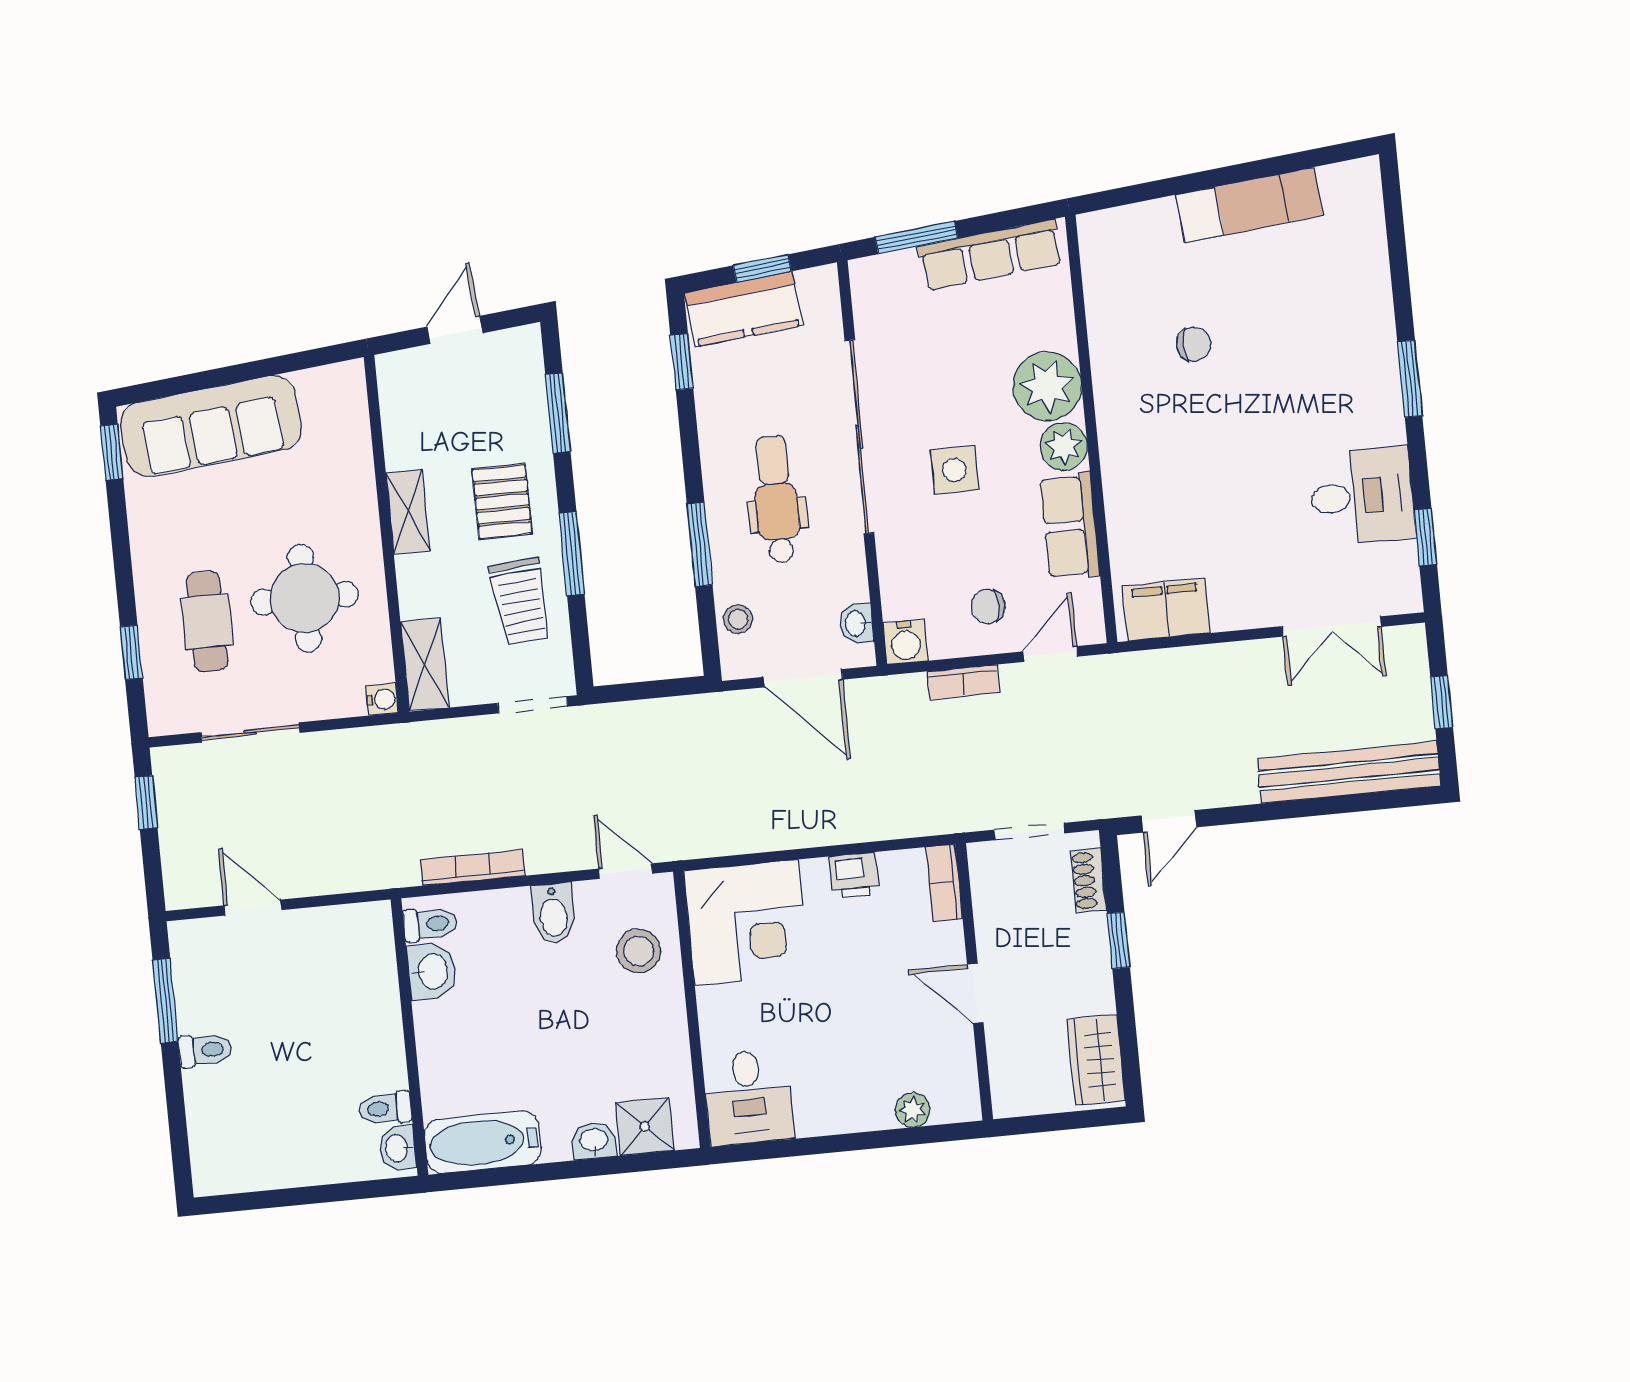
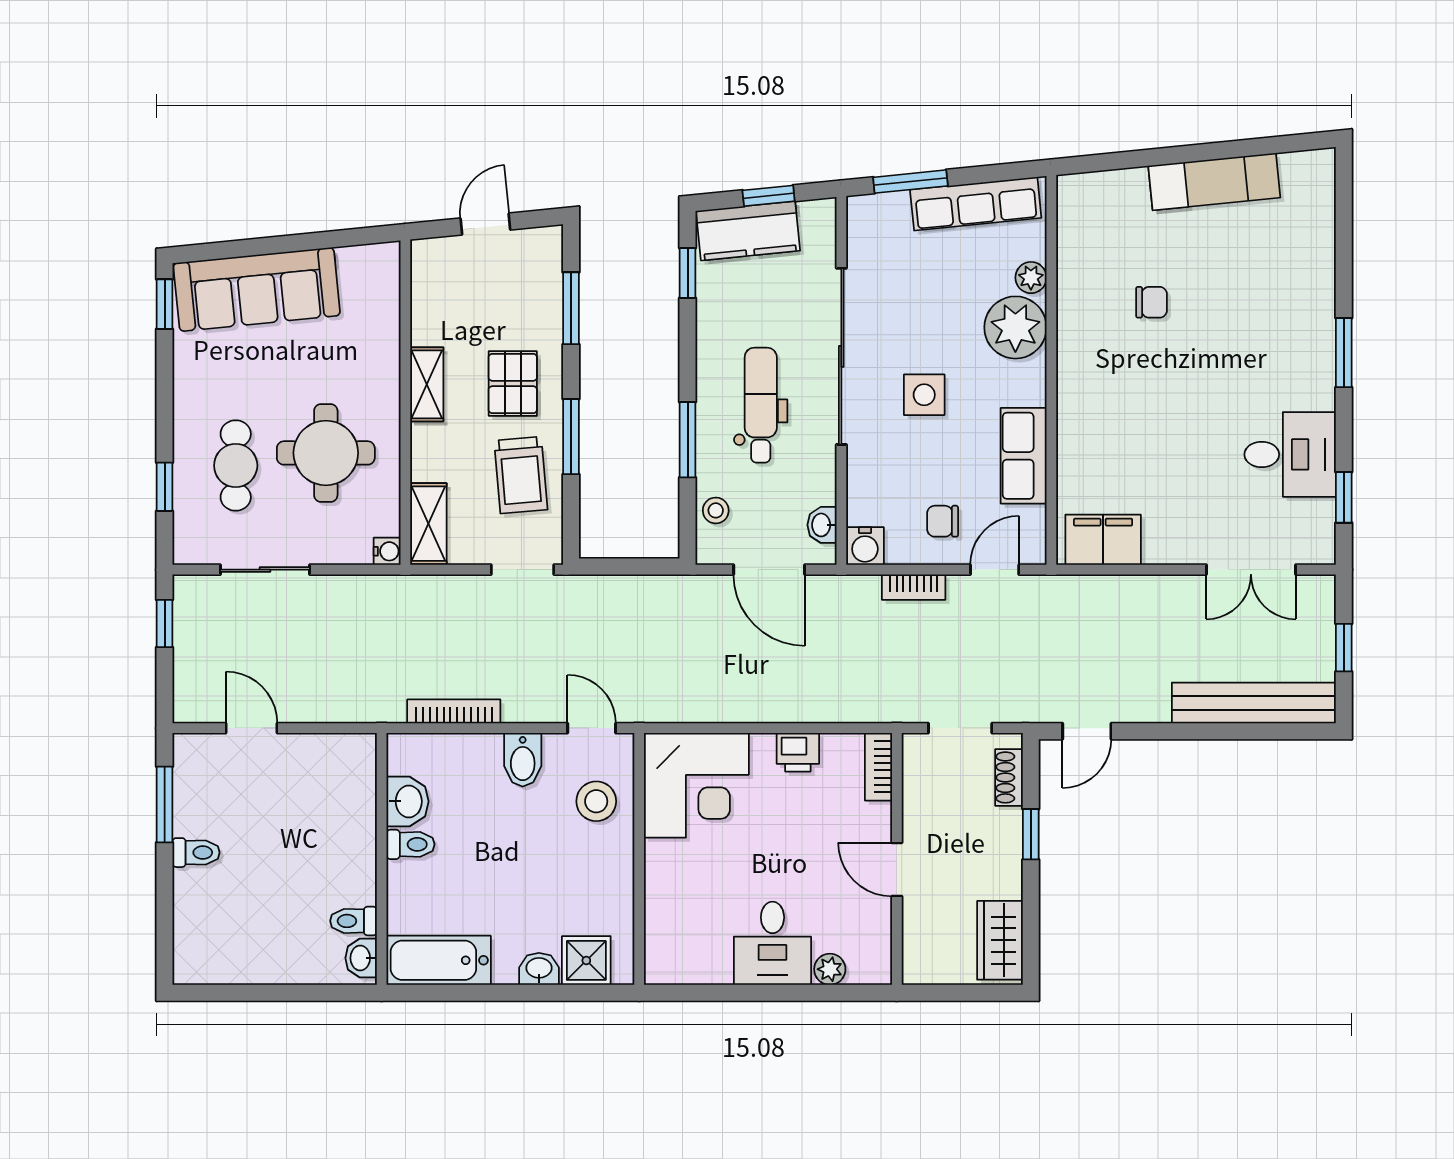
plant: (1064, 446) -> (1031, 278), moved, width x0.73, depth x0.73
toilet: (430, 924) -> (410, 844), moved
desk: (748, 1097) -> (772, 943), moved

